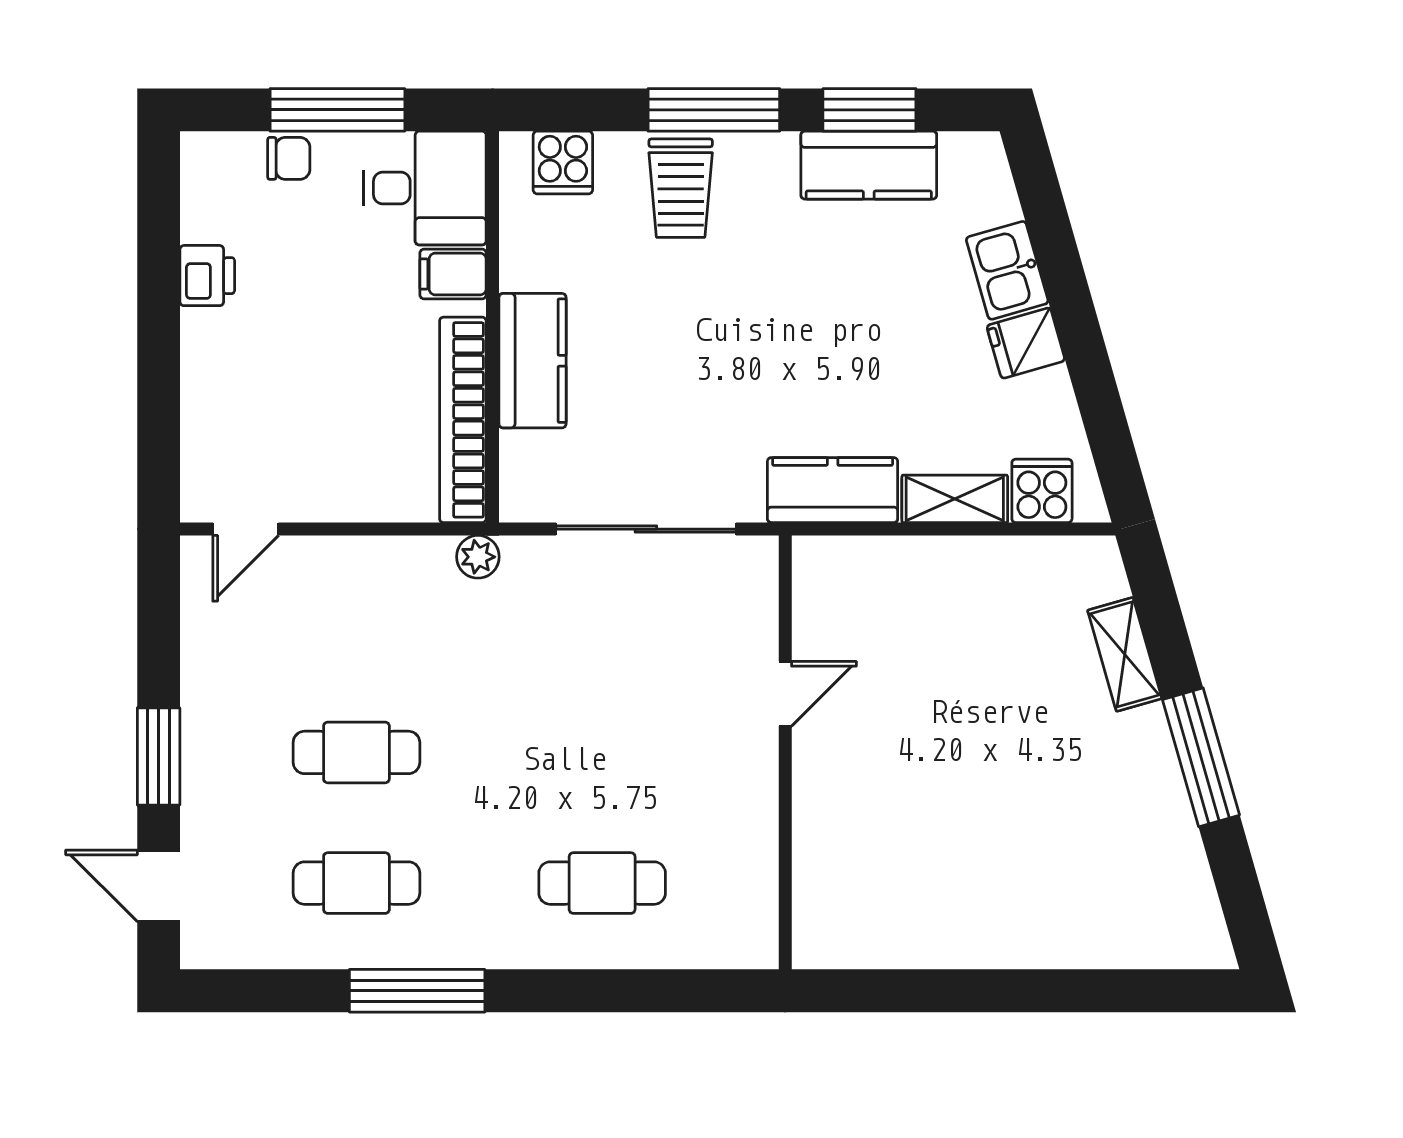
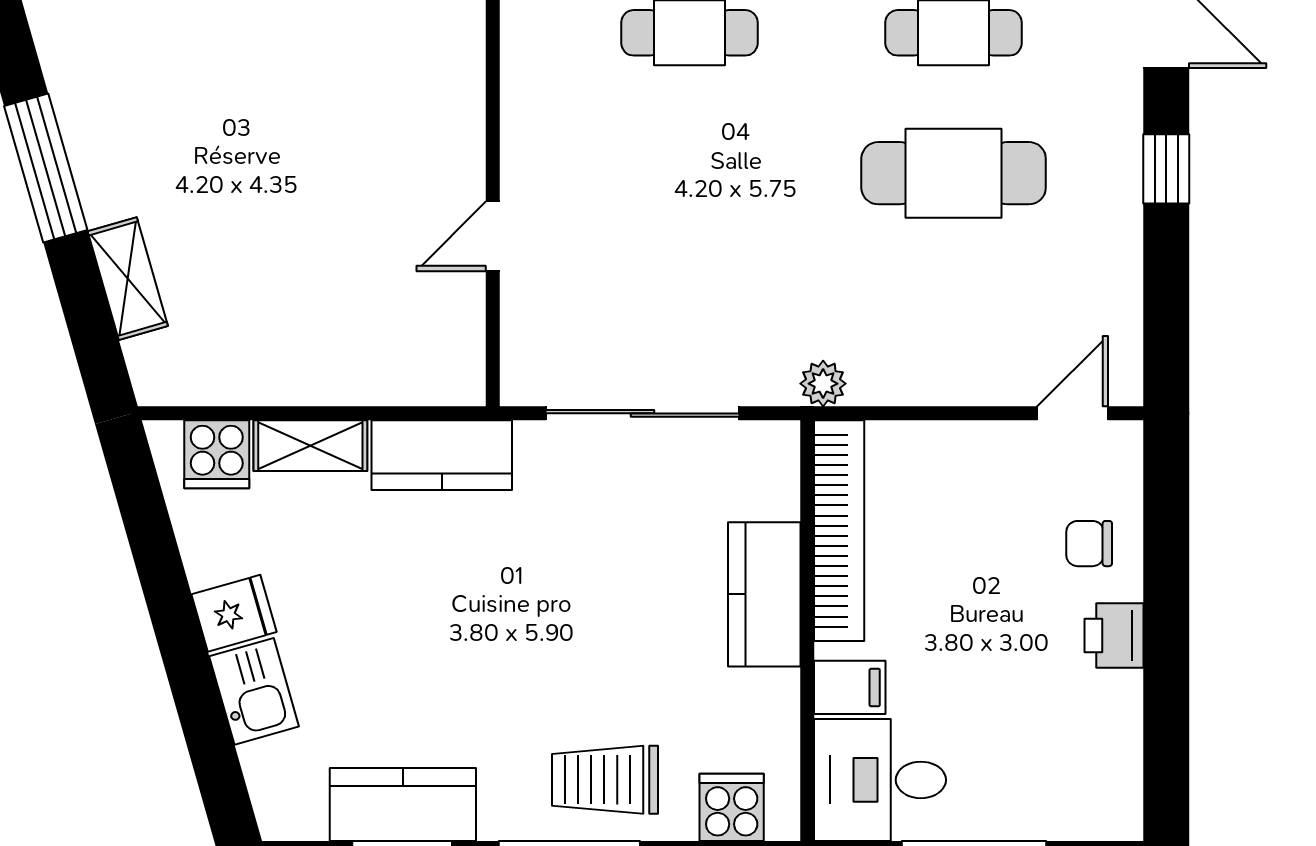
chair: (289, 158) -> (1089, 544), moved
trolley: (681, 188) -> (605, 780), turned -90
printer: (207, 276) -> (1114, 636), moved
cafe table: (356, 752) -> (954, 173), width x1.37, depth x1.35
window: (159, 756) -> (1166, 169), width x0.67

